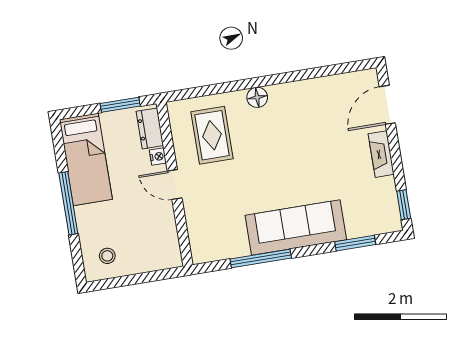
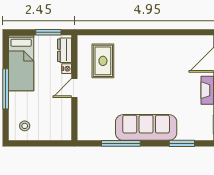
floor lamp: (257, 97) -> (135, 42), removed
door: (175, 184) -> (74, 88), hinge flipped

